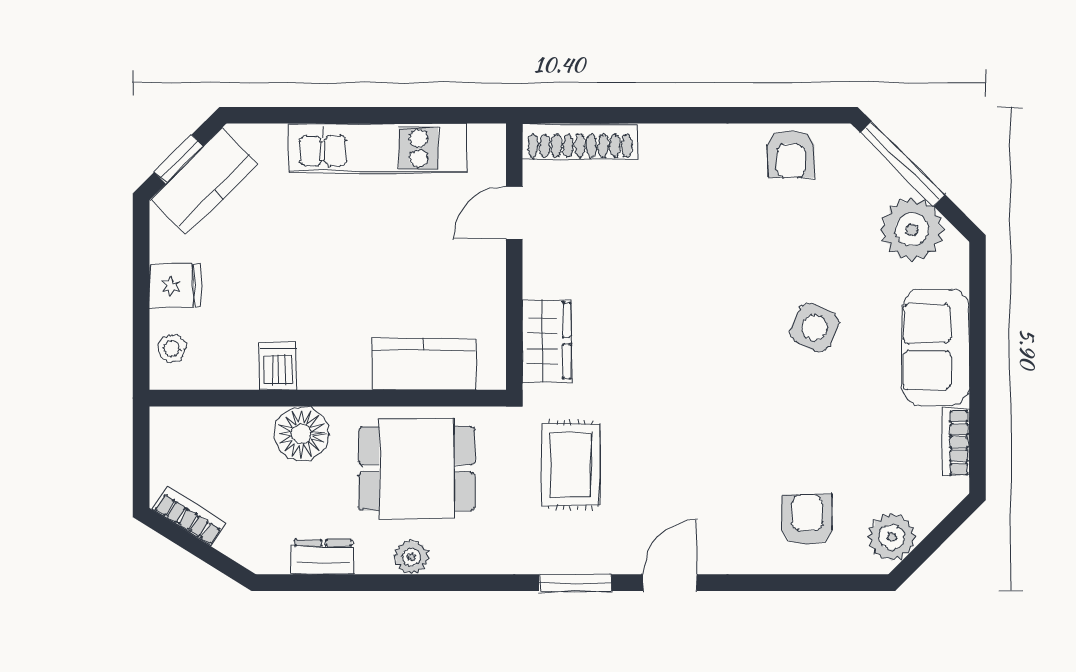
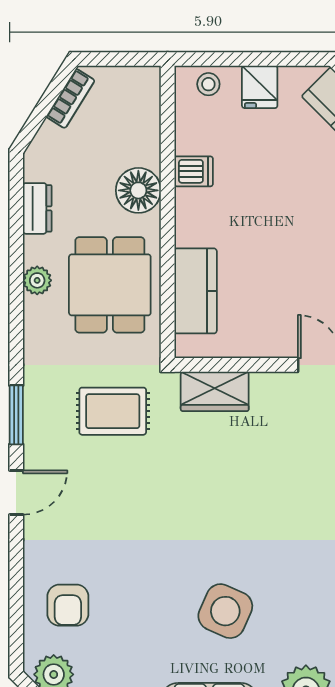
side table: (814, 328) -> (225, 611), width x1.37, depth x1.37
armchair: (807, 520) -> (68, 605), turned 90
door: (670, 583) -> (16, 492), hinge flipped

